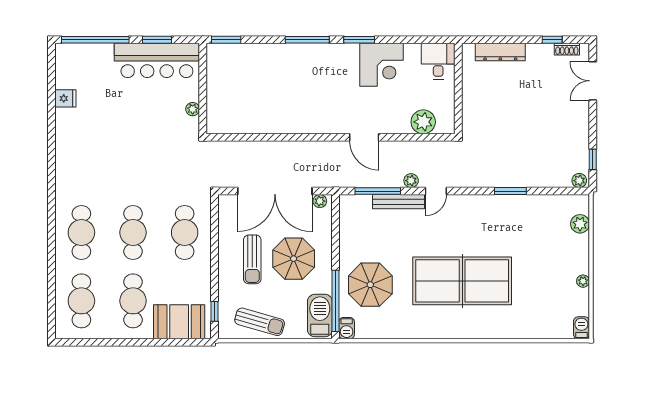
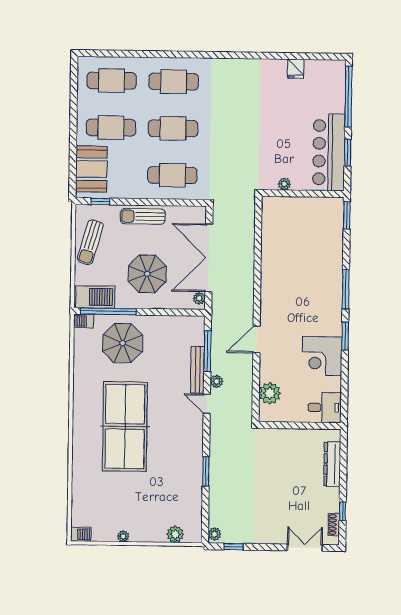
sun lounger: (252, 259) -> (143, 216), moved

